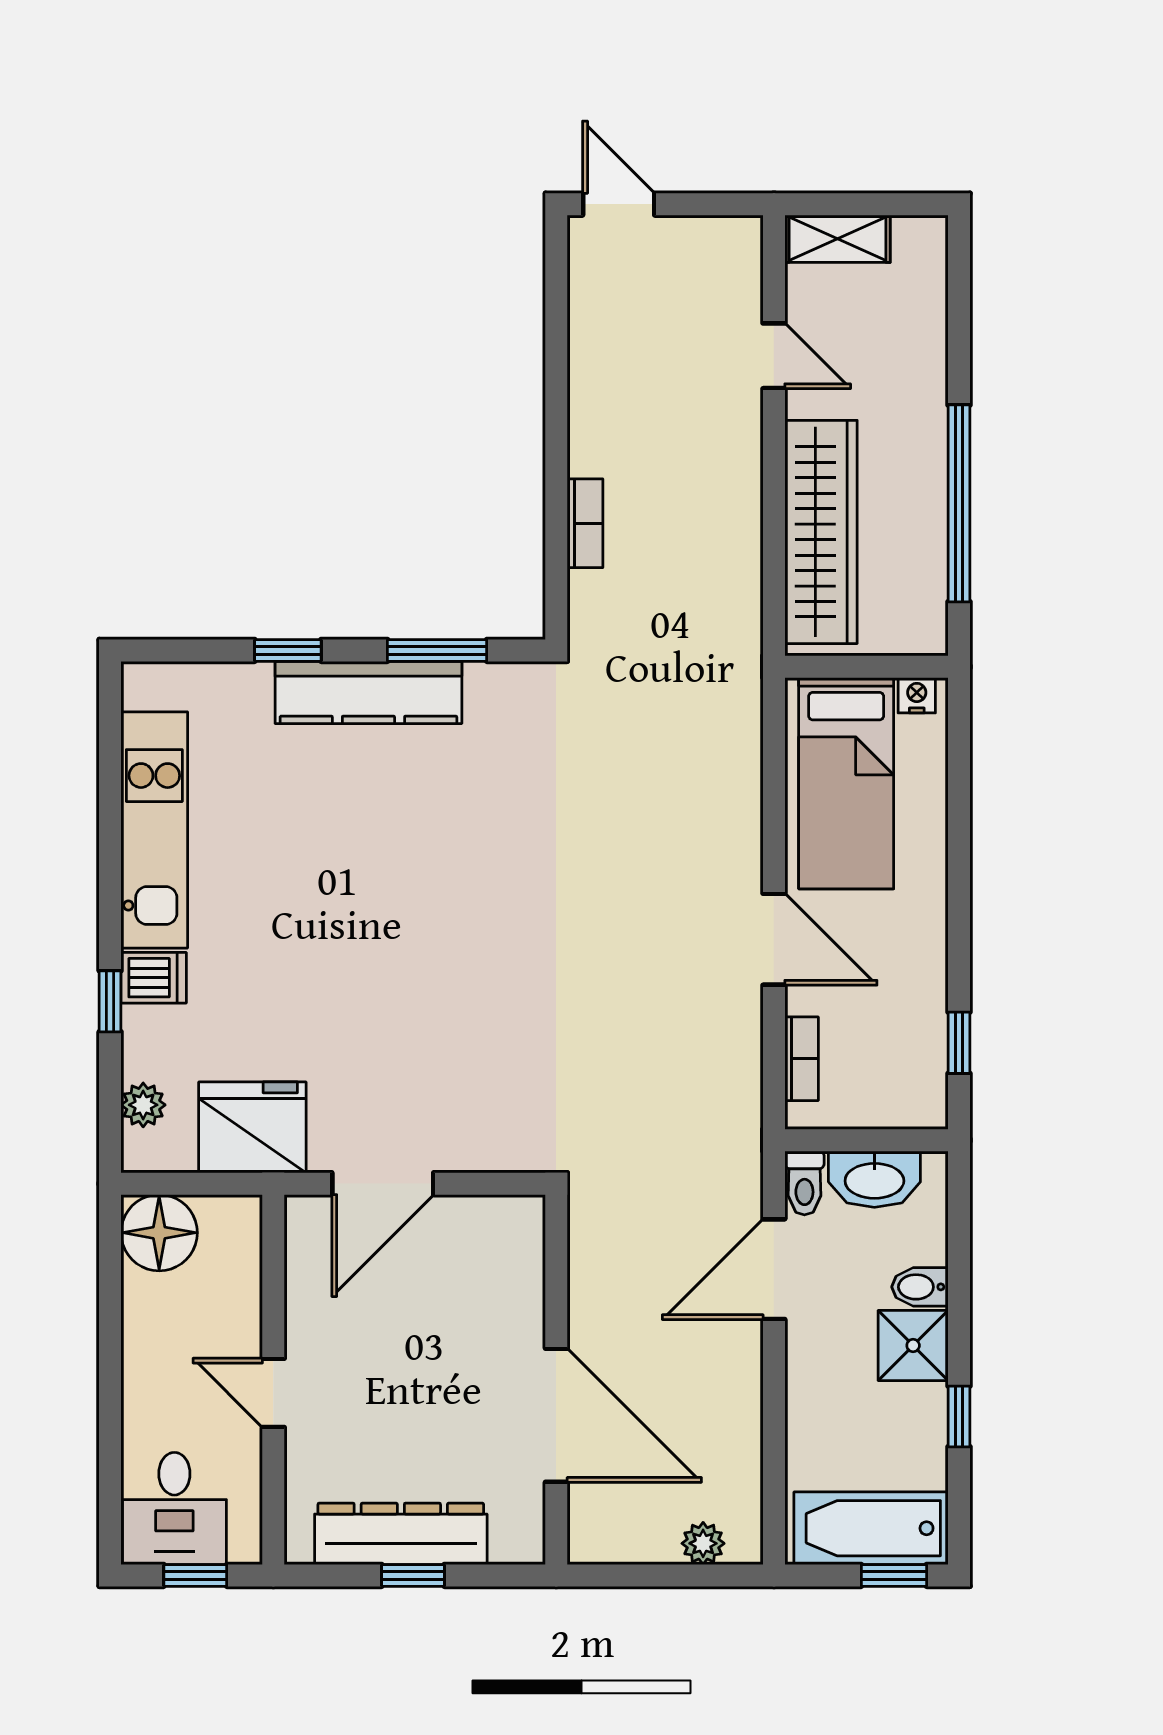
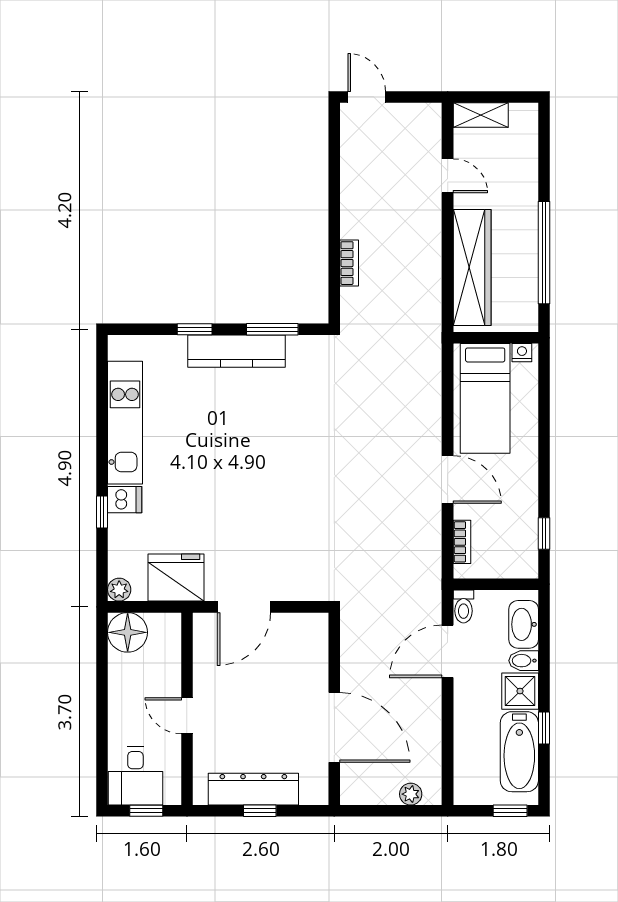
plant: (143, 1105) -> (119, 590), moved
washbasin: (874, 1179) -> (524, 624), moved, turned 90
bathtub: (871, 1528) -> (519, 752), moved, turned -90

